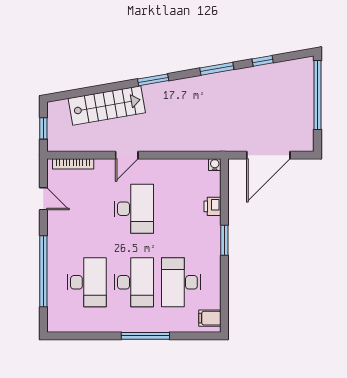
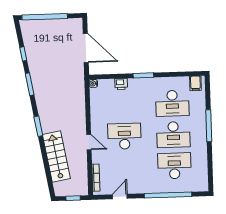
desk: (134, 282) -> (173, 135), turned 180

